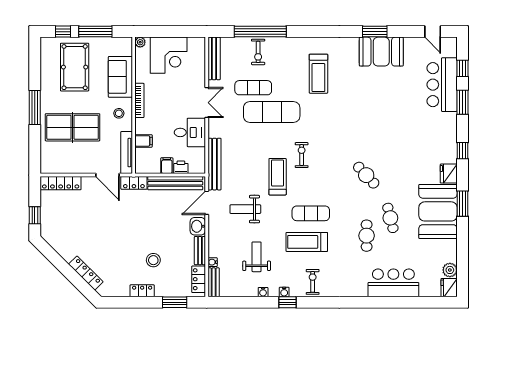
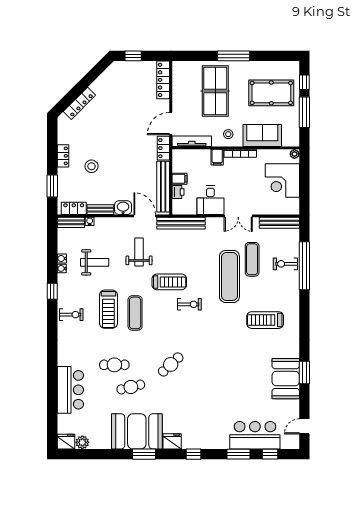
filing cabinet: (144, 141) -> (217, 157), moved
treadmill: (307, 242) -> (108, 309), turned 180
water cooler: (284, 292) -> (62, 259), moved

